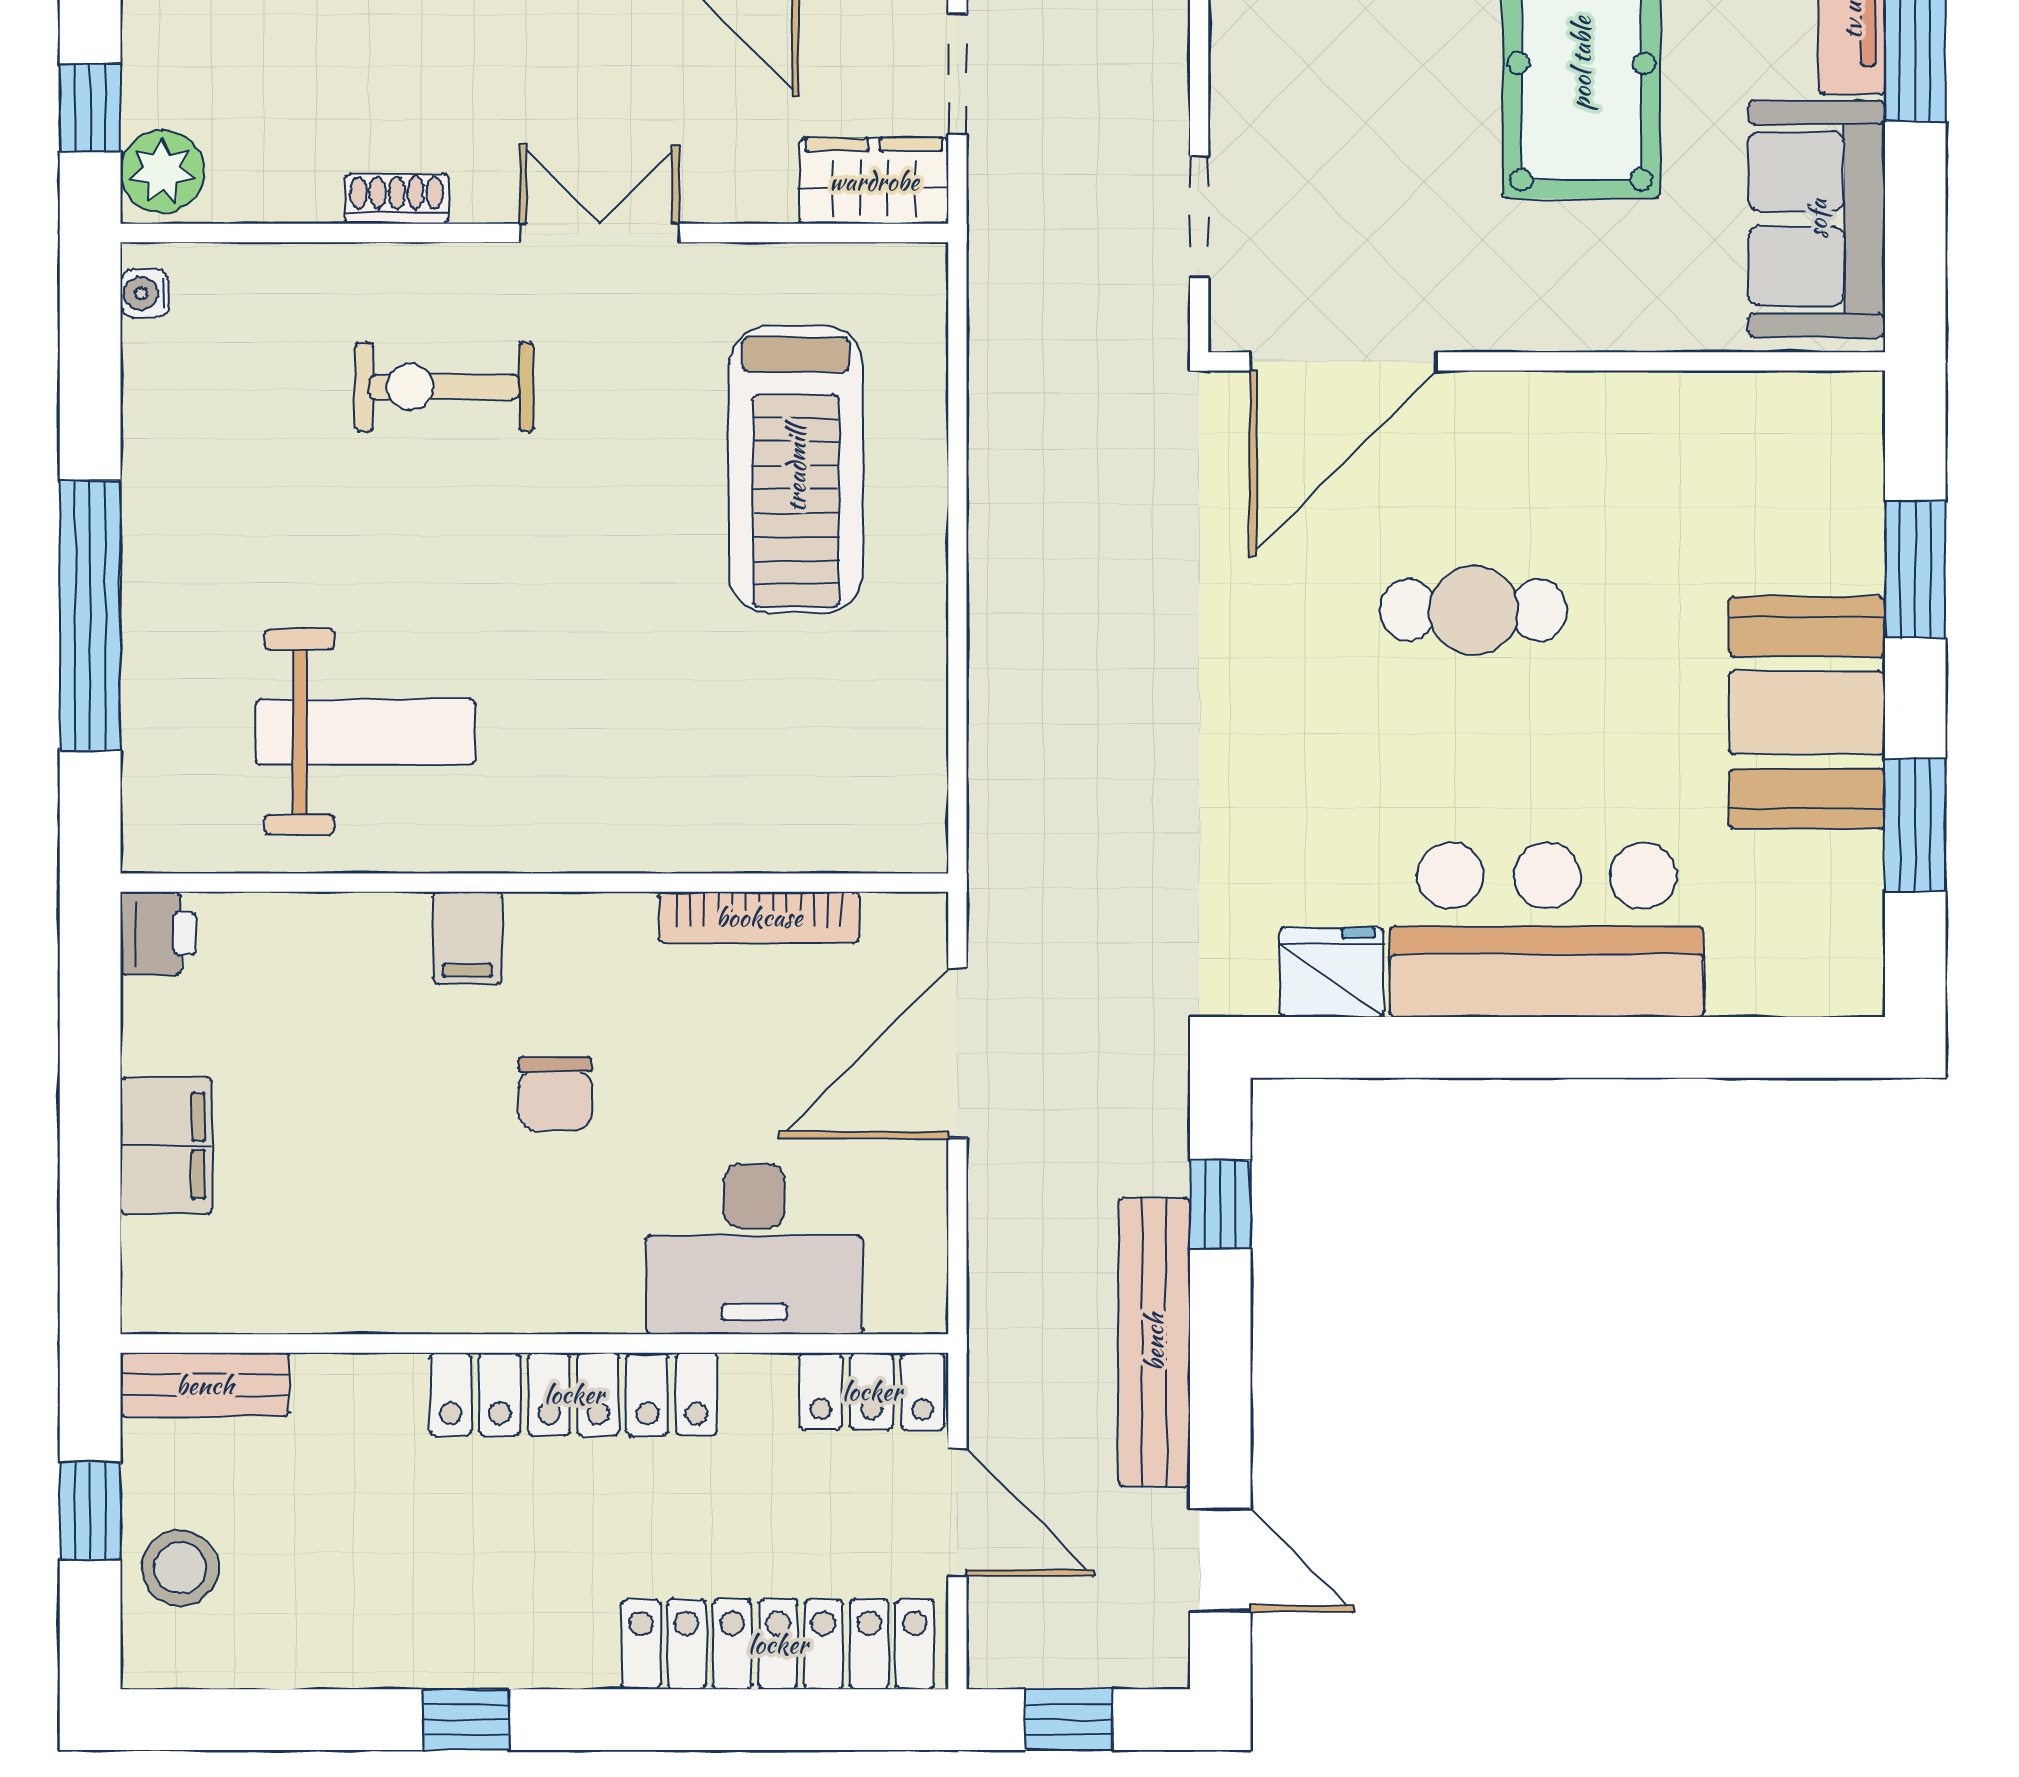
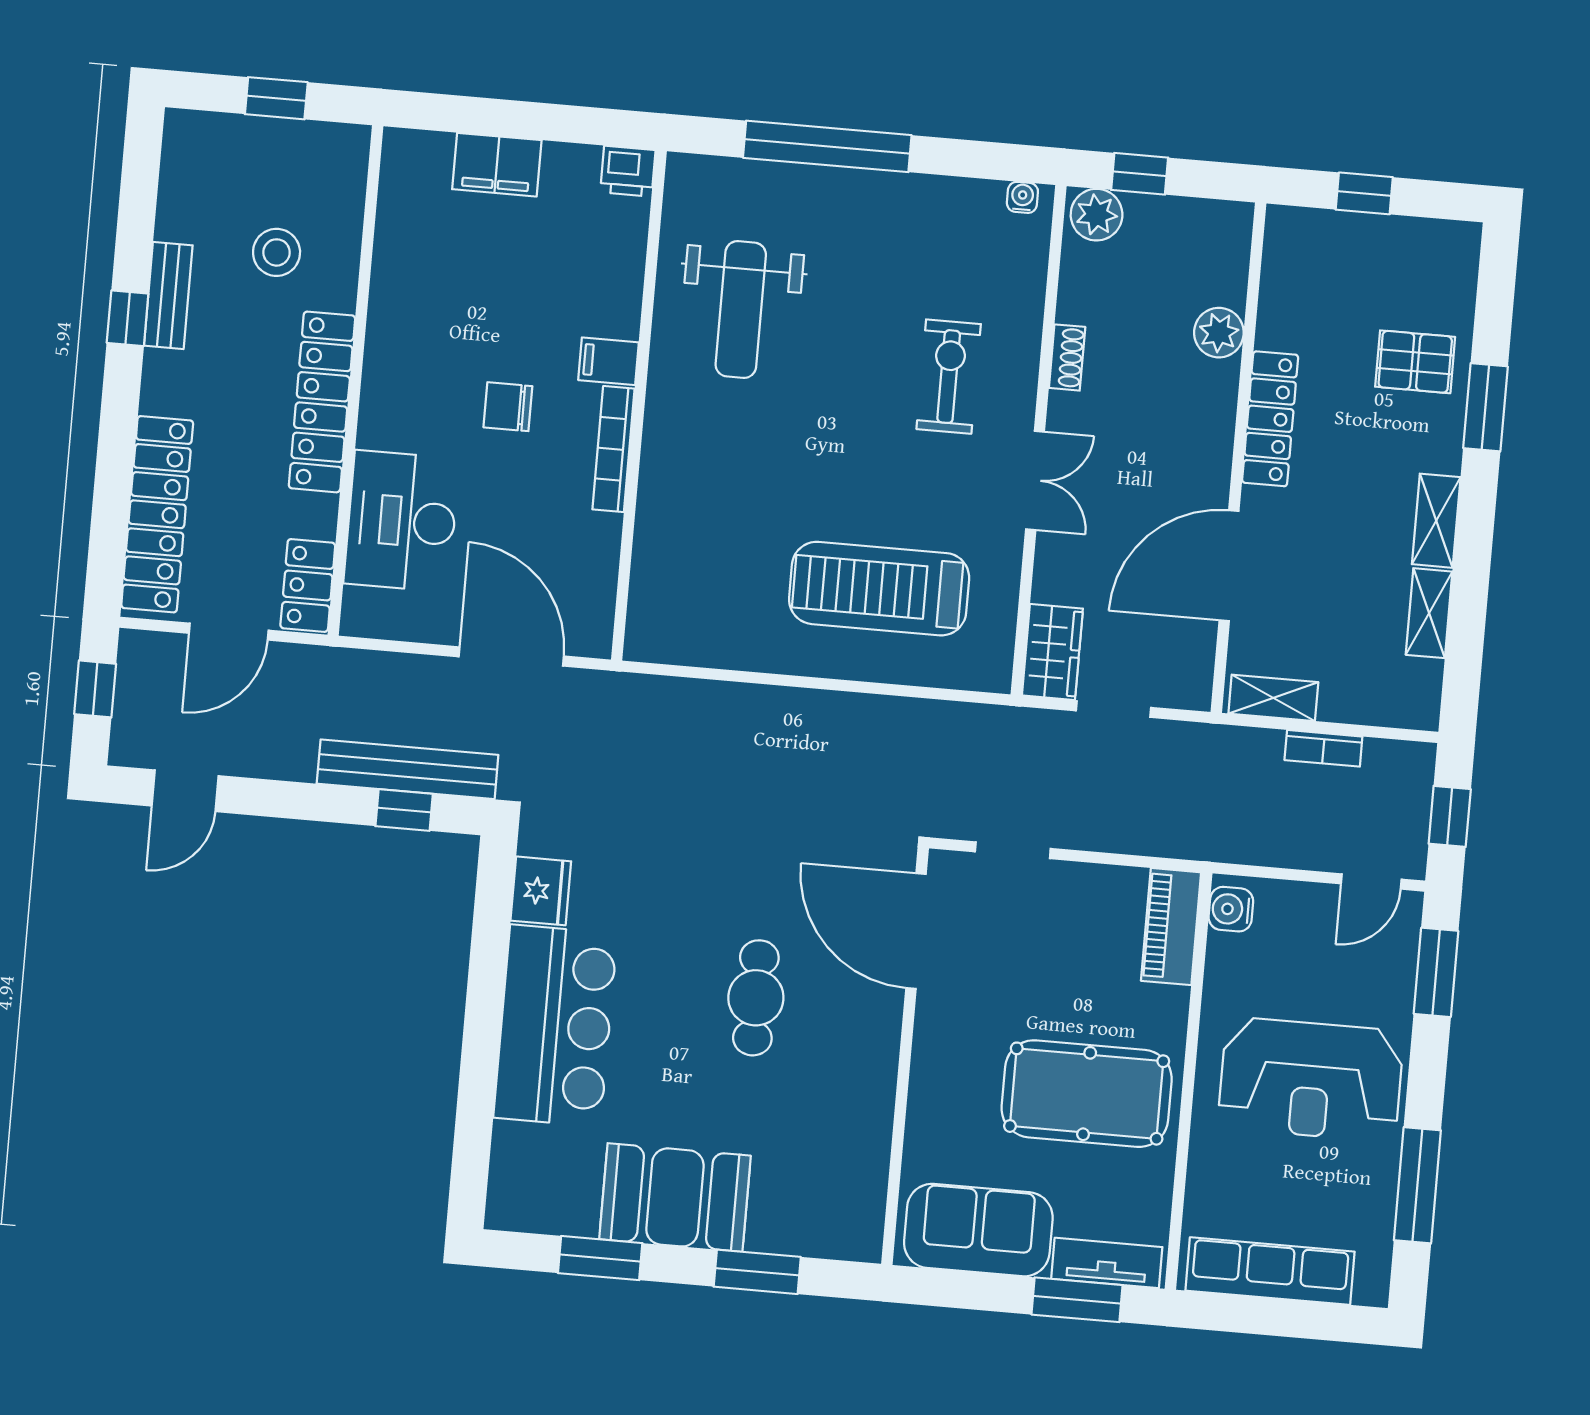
bookcase: (759, 917) -> (614, 449), moved
bench: (1154, 1342) -> (408, 769), moved
bench: (205, 1385) -> (168, 296), moved
stool: (180, 1568) -> (277, 252), moved

